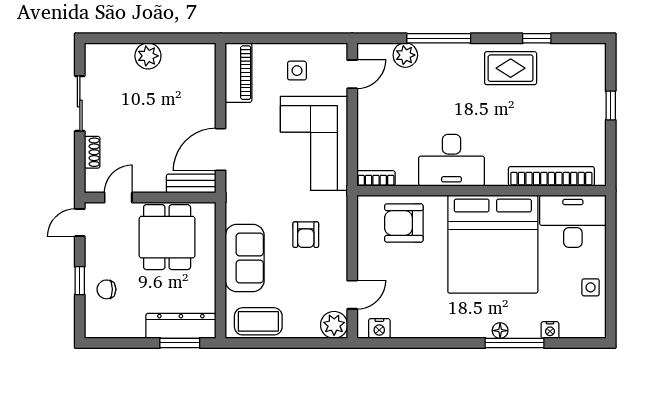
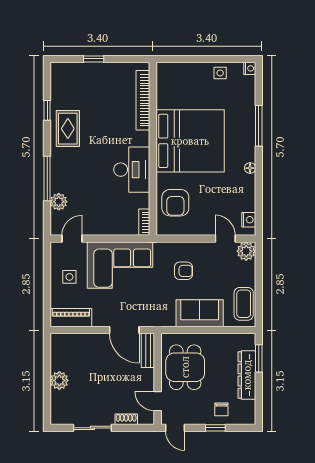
door: (352, 74) -> (72, 239), hinge flipped
desk: (573, 221) -> (174, 85), removed
dining table: (167, 237) -> (185, 367), turned 90
dresser: (181, 326) -> (247, 375), moved
nightstand: (550, 330) -> (250, 68), moved
floor lamp: (500, 331) -> (250, 168), moved

